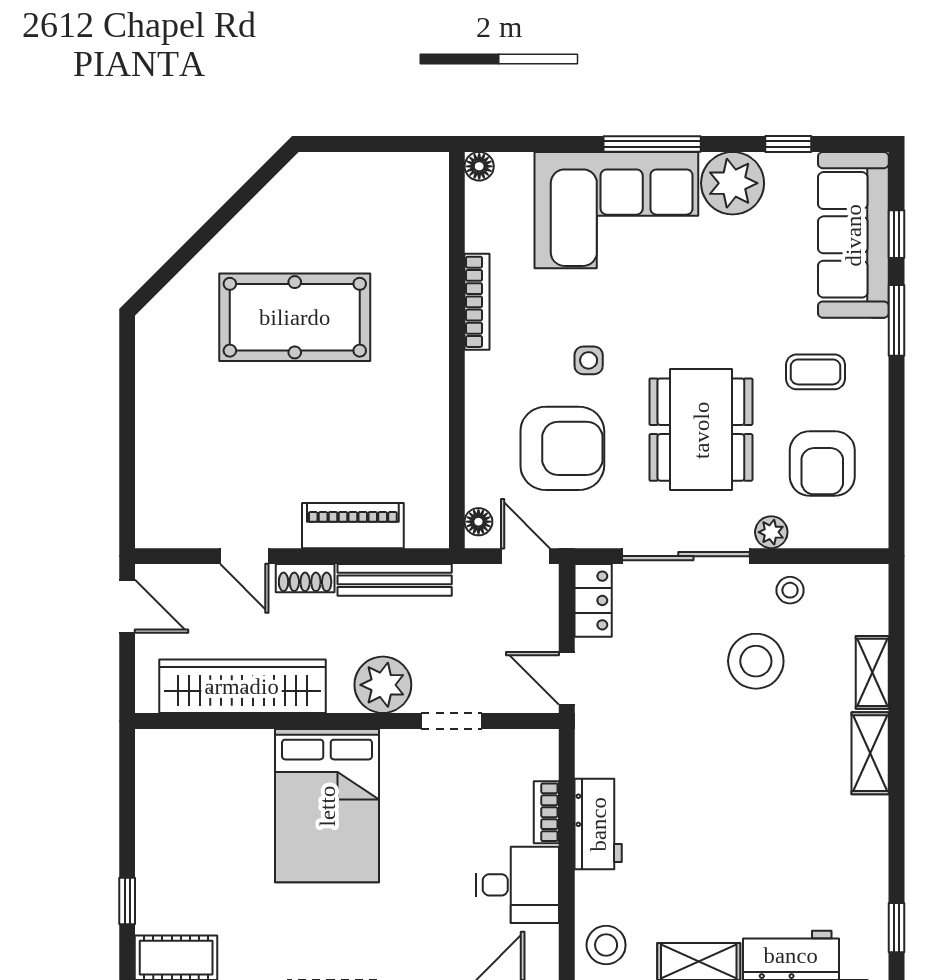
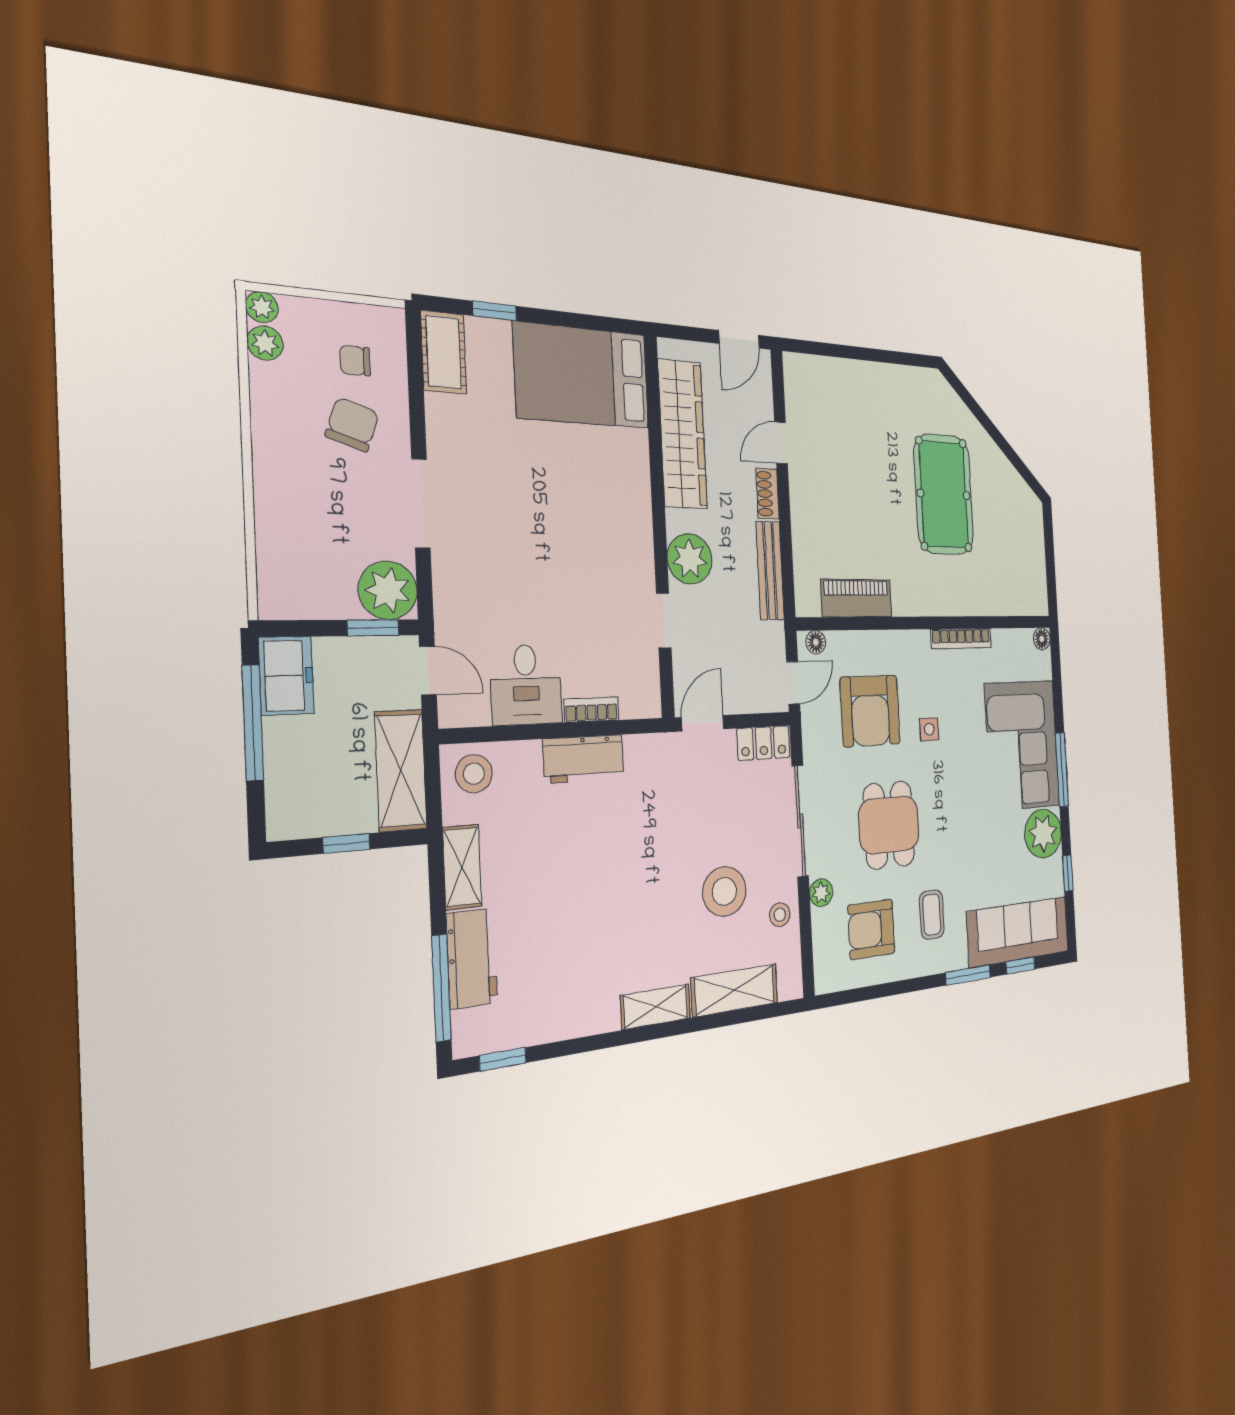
dining table: (701, 430) -> (889, 825), width x0.73
piano: (353, 526) -> (856, 598), moved, turned -90
shelving: (872, 672) -> (735, 990), width x1.50, depth x1.33
bed: (327, 806) -> (582, 376), moved

